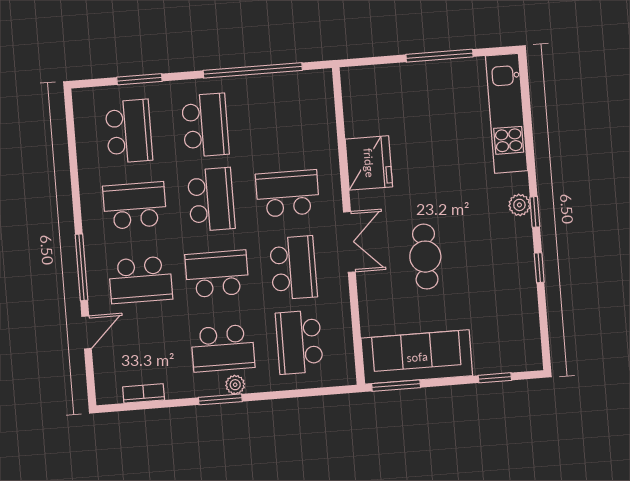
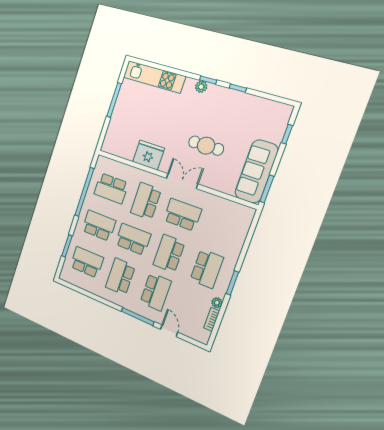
school desk: (299, 342) -> (111, 188), moved
plant: (235, 385) -> (217, 303), moved

